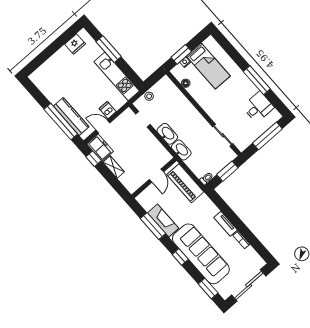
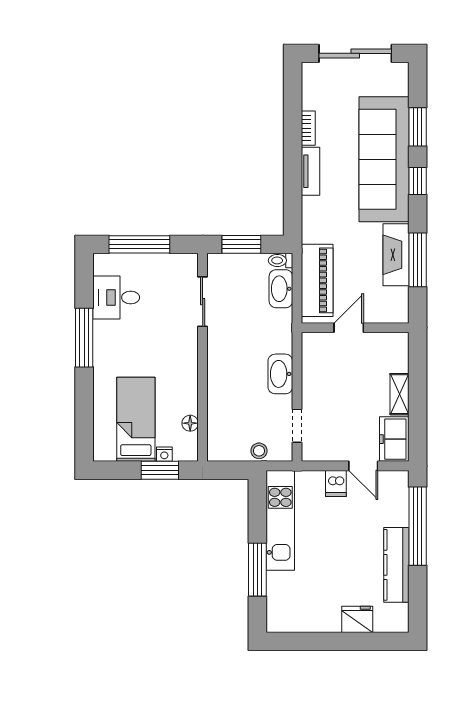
fridge: (75, 44) -> (357, 619), moved
kitchen counter: (71, 116) -> (396, 565), moved
washbasin: (181, 150) -> (281, 289), moved
window: (94, 159) -> (418, 432), removed
window: (208, 289) -> (418, 127), moved

